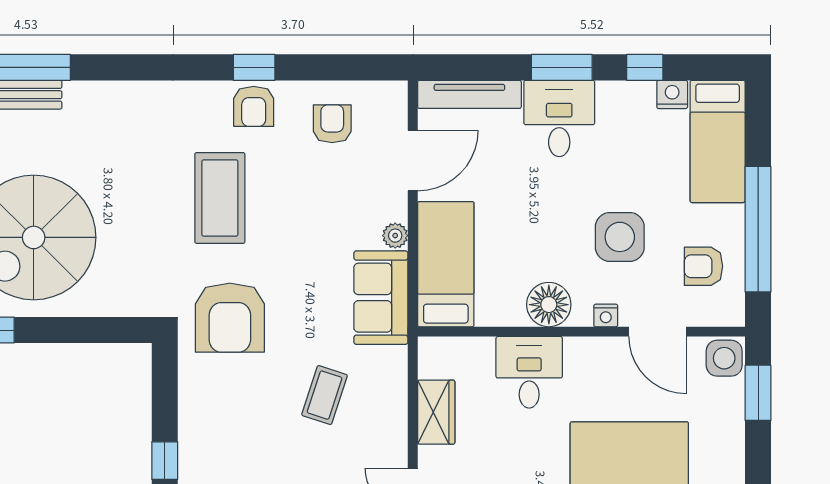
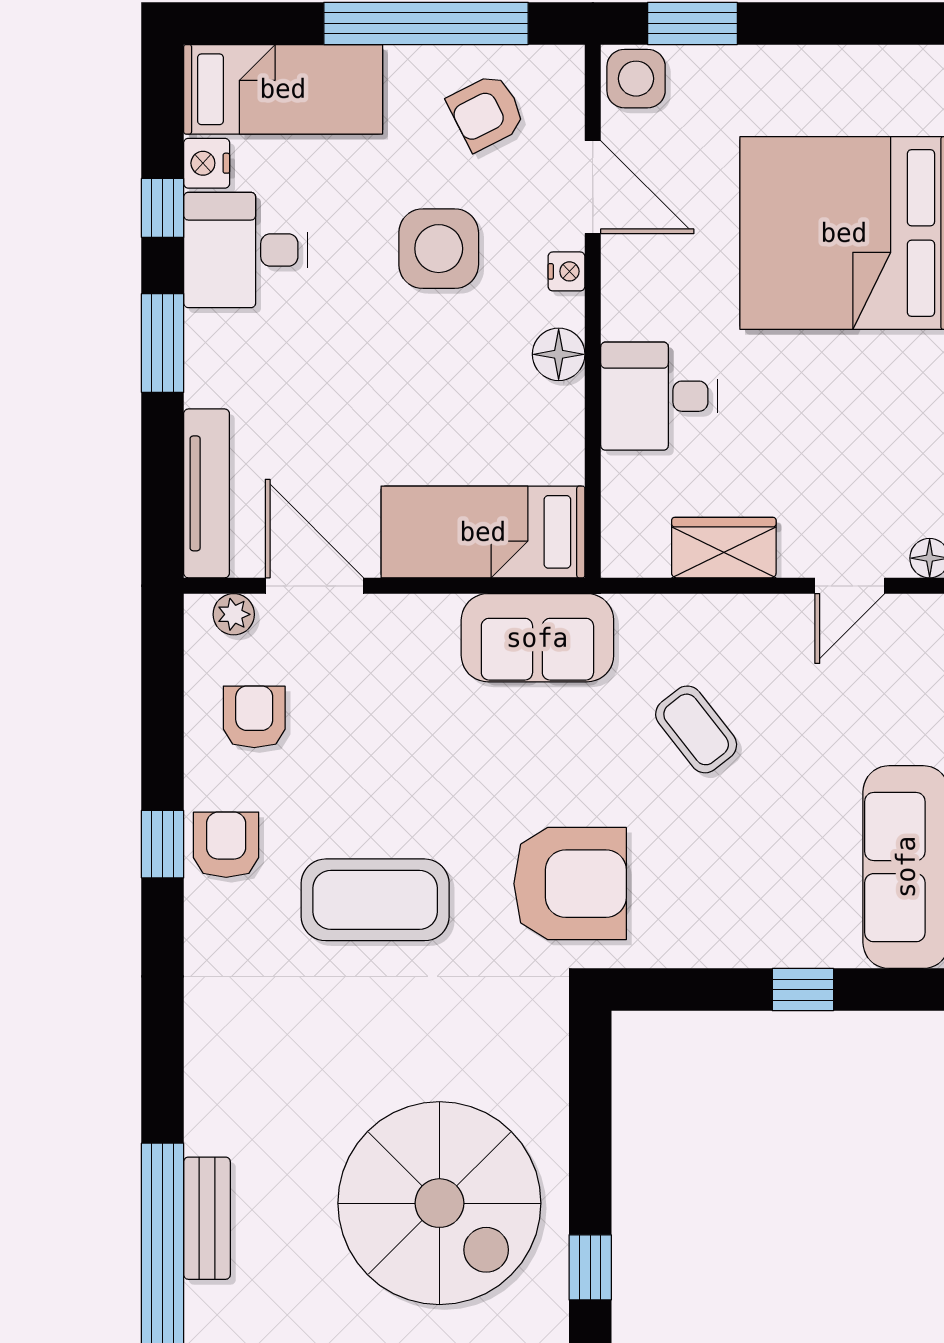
armchair: (254, 106) -> (226, 845), turned -90
desk: (559, 119) -> (246, 250), moved
armchair: (332, 124) -> (254, 717), turned 90
plant: (395, 236) -> (234, 614), moved
armchair: (703, 266) -> (486, 112), turned 63
floor lamp: (549, 305) -> (559, 354), width x0.73, depth x0.73
door: (657, 332) -> (593, 187), hinge flipped
coffee table: (325, 395) -> (696, 729), turned 34

